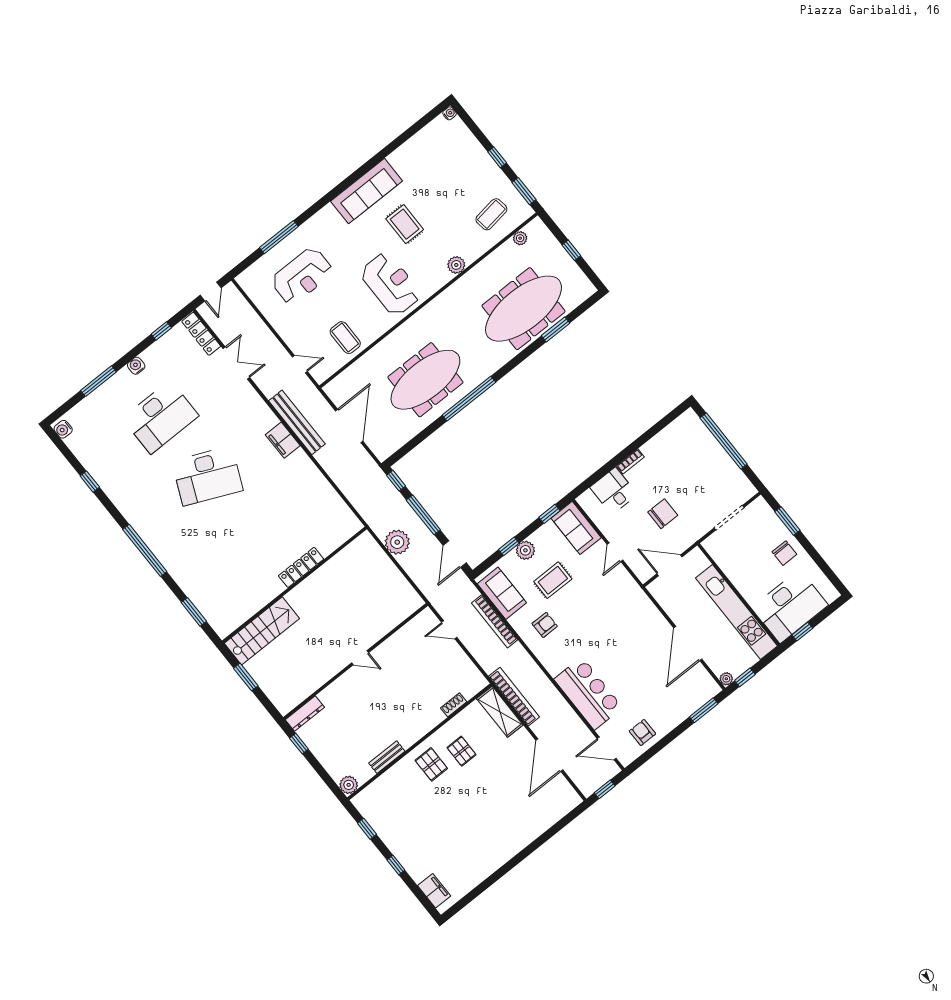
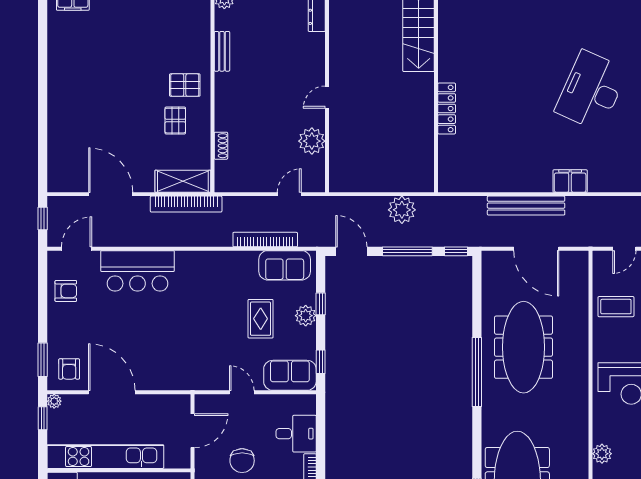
bench: (297, 422) -> (526, 206), moved
armchair: (545, 625) -> (69, 369), moved
plant: (399, 644) -> (312, 141), added
pallet: (462, 751) -> (175, 121), turned 90

